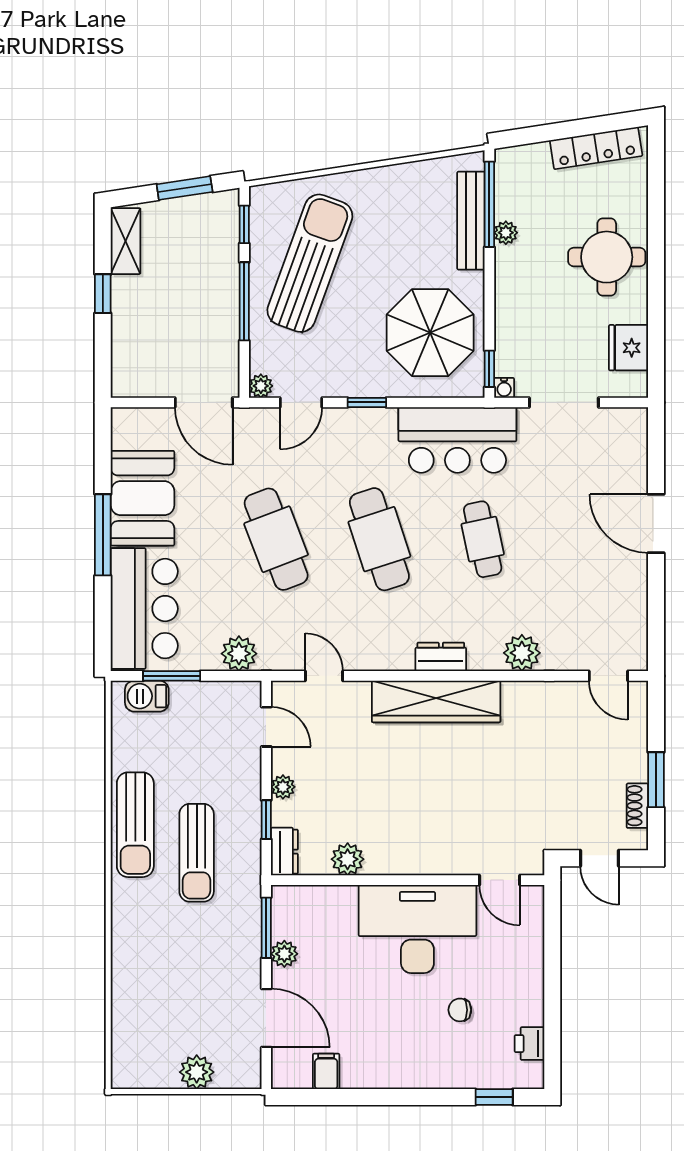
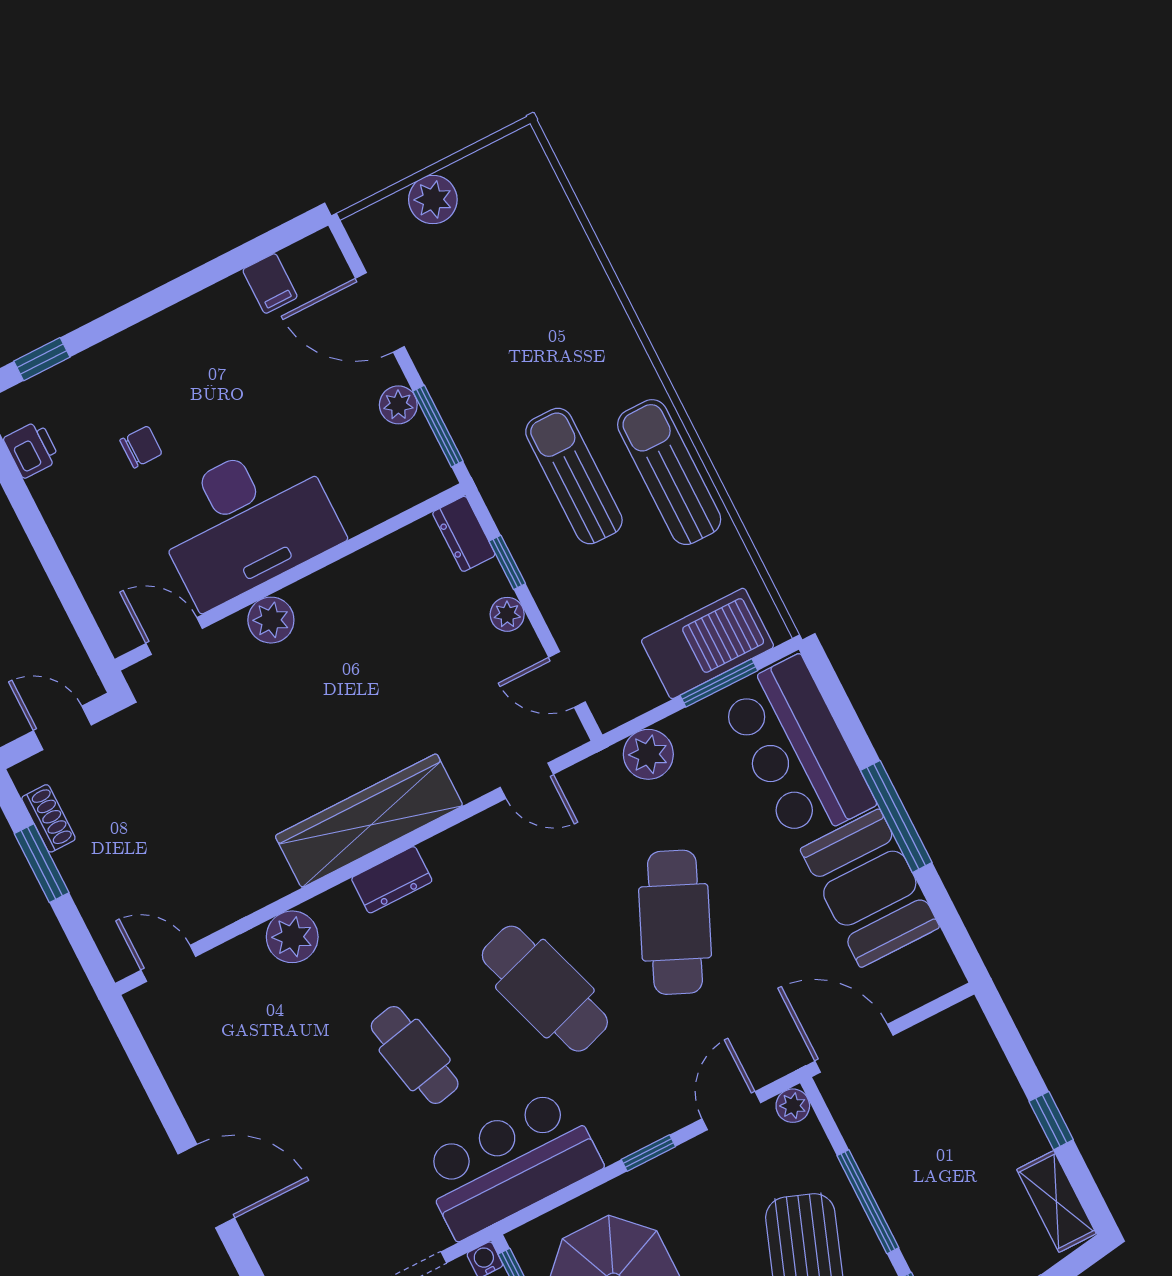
cafe table: (276, 539) -> (675, 922), turned 45
barbecue: (147, 696) -> (708, 643), width x1.88, depth x1.53
plant: (348, 859) -> (271, 620), moved

